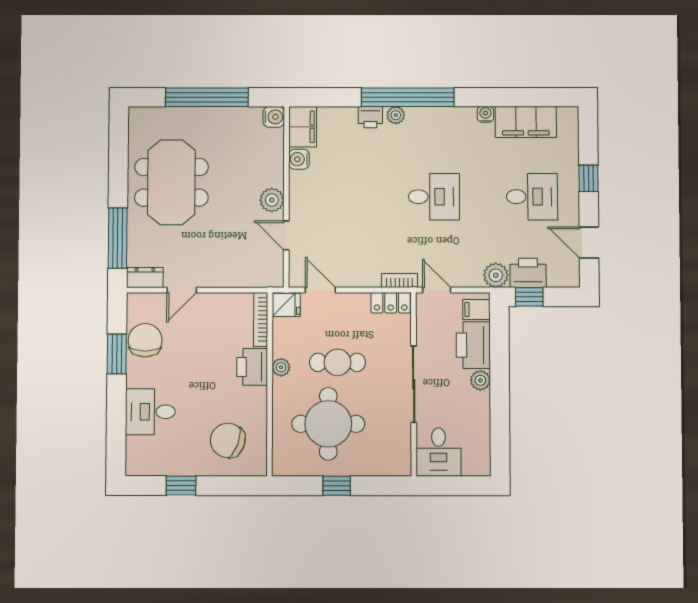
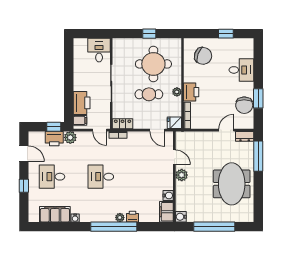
plant: (480, 380) -> (78, 85), removed

